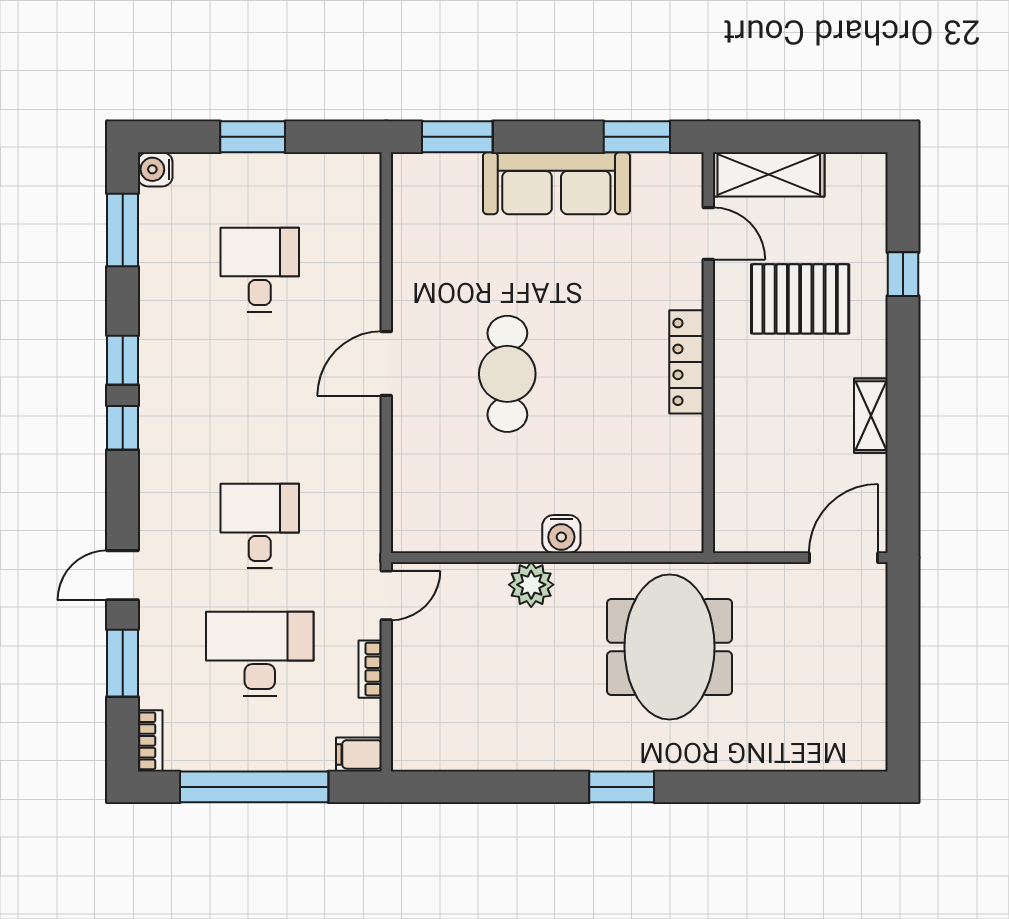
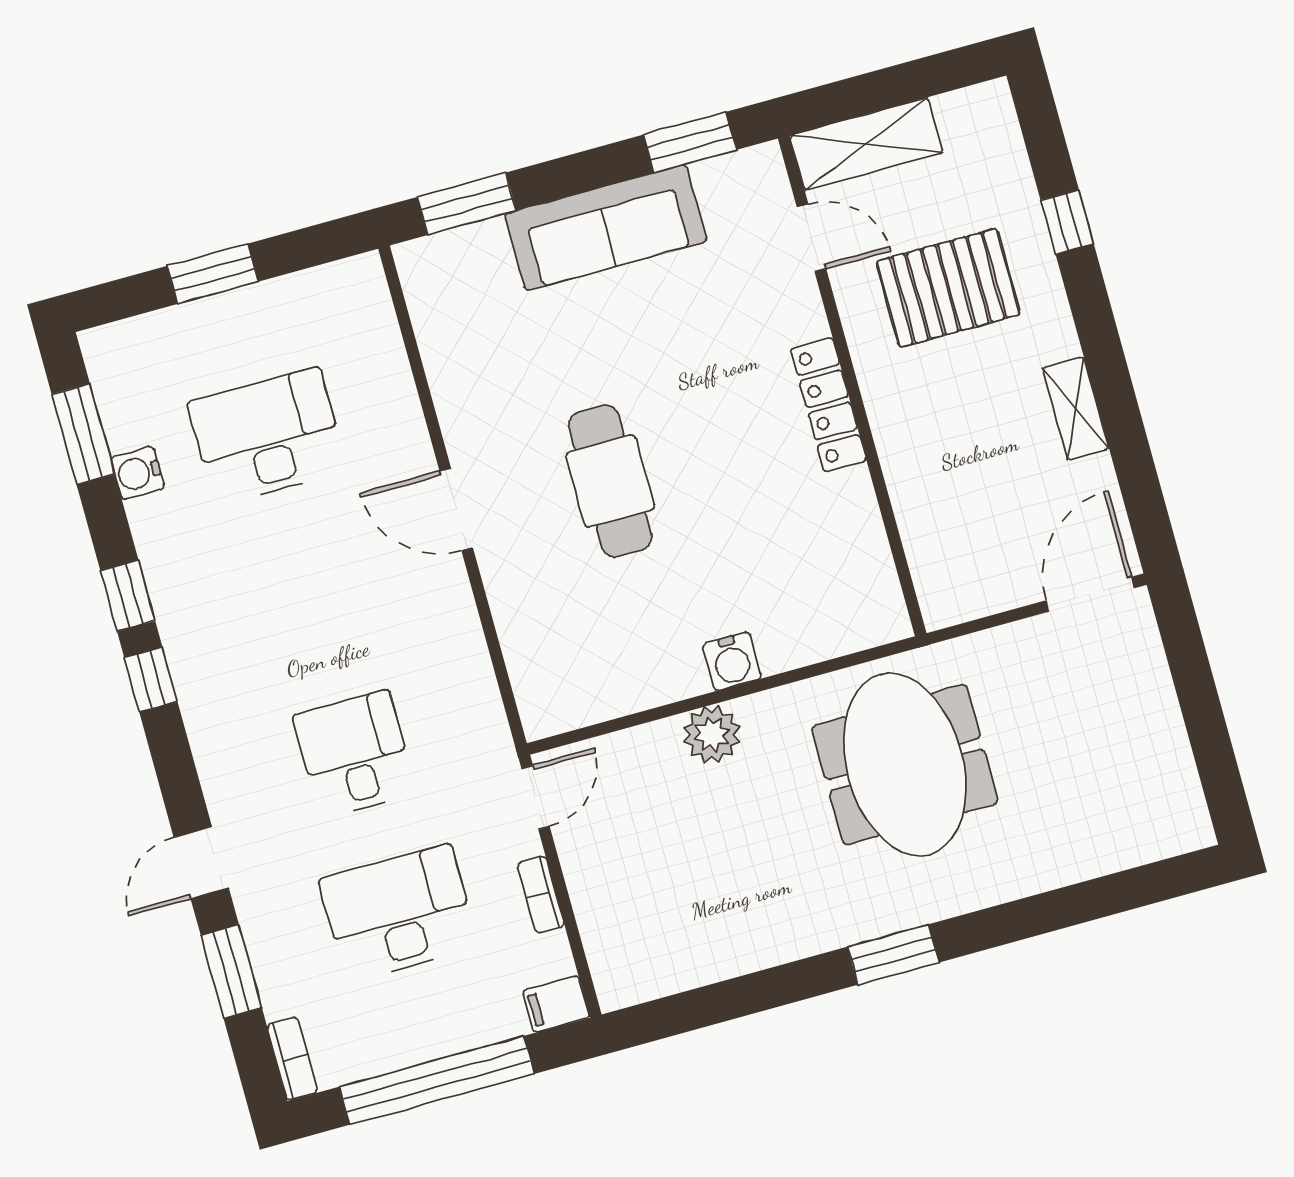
water cooler: (155, 169) -> (137, 473), moved
desk: (260, 270) -> (267, 436), width x1.37
door: (386, 363) -> (456, 510), hinge flipped

